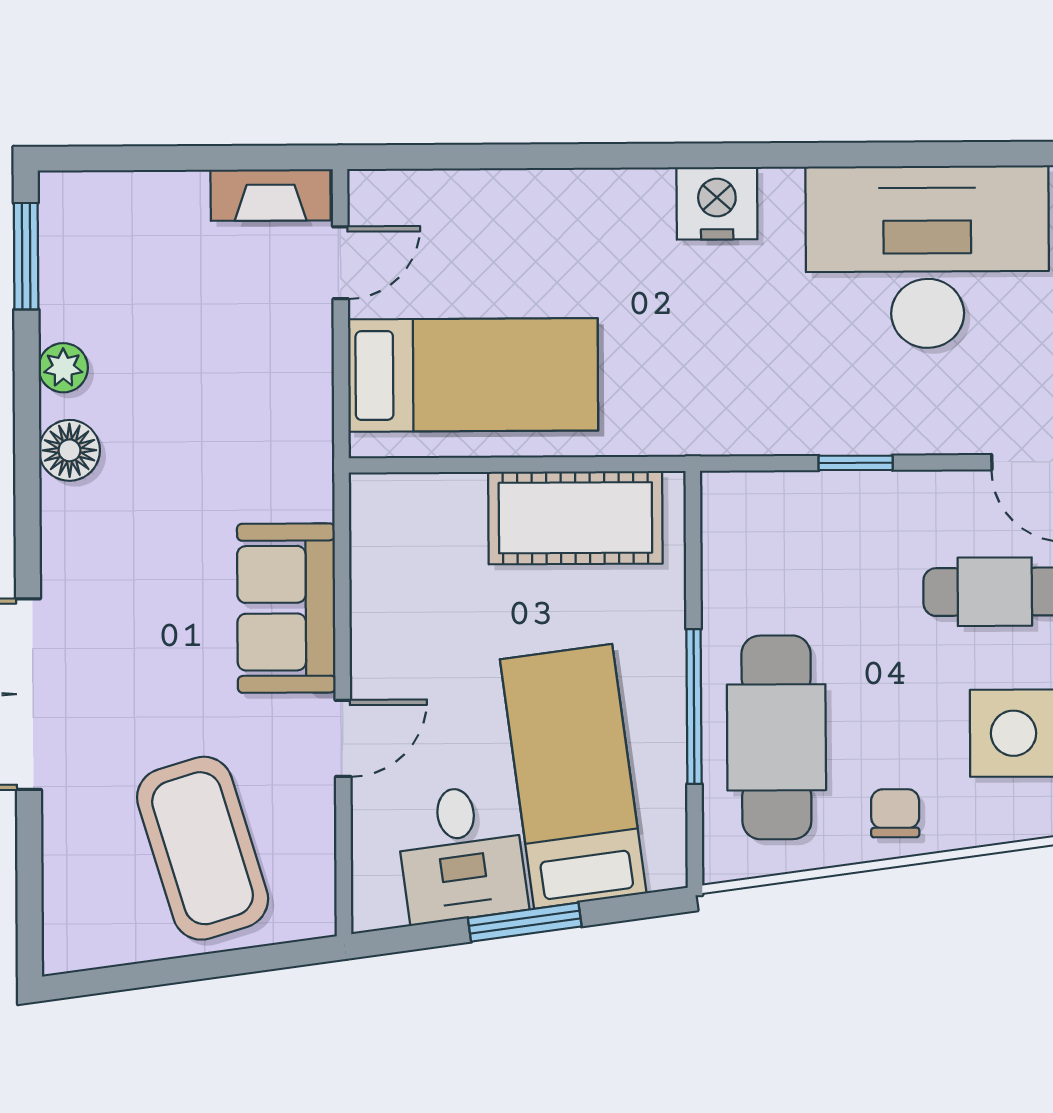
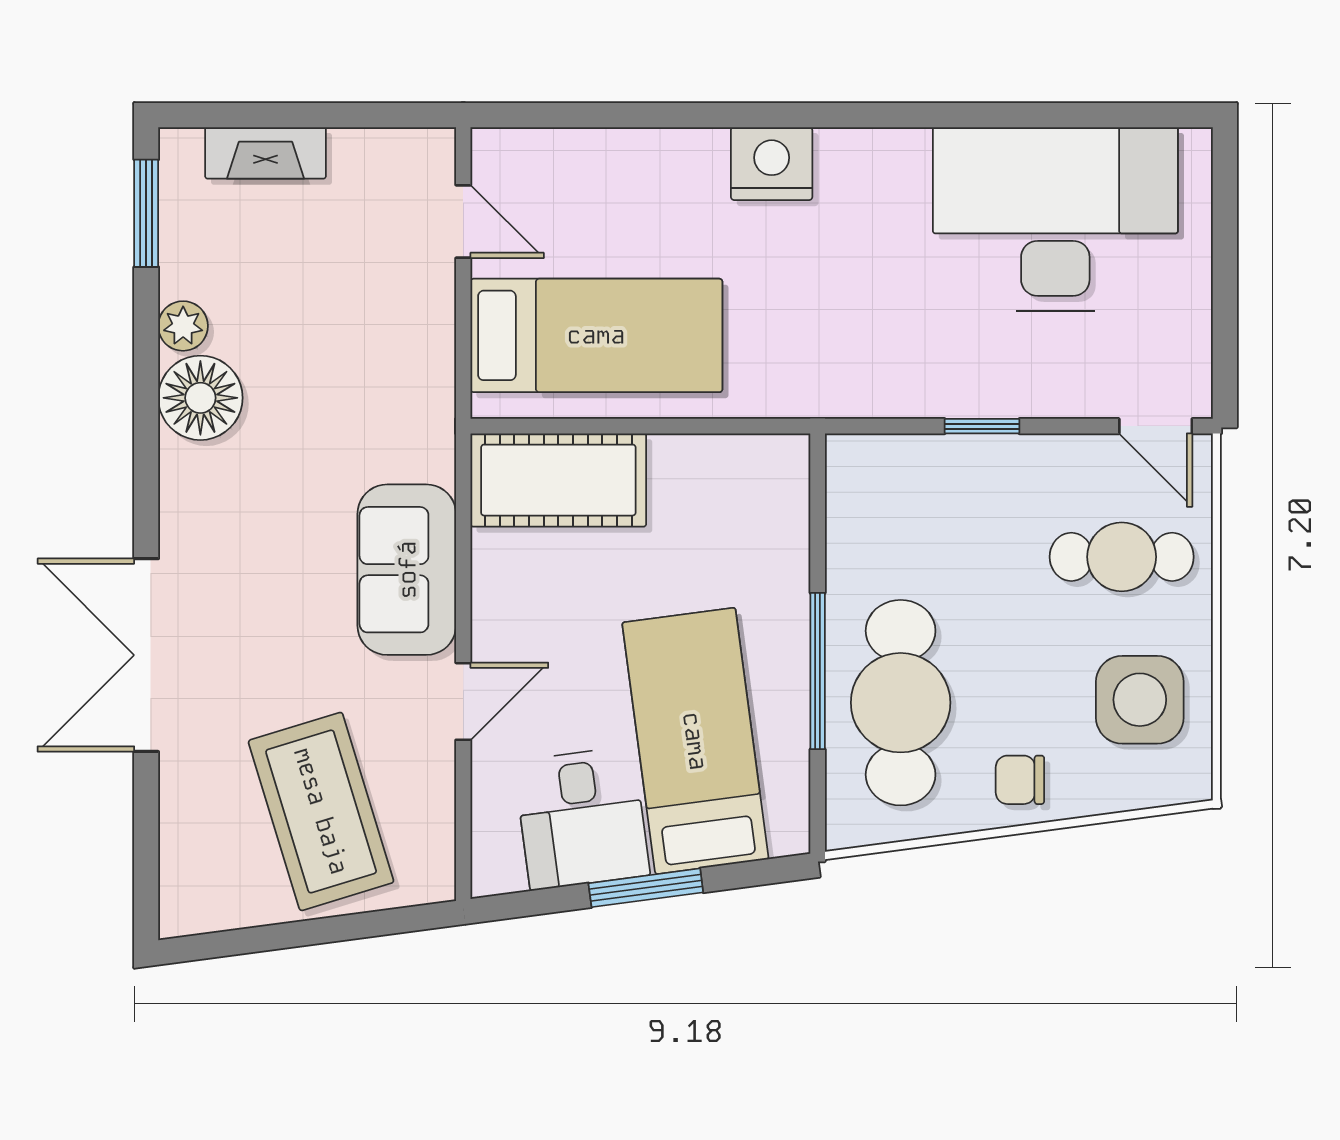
fireplace: (271, 195) -> (265, 153), moved
nightstand: (717, 203) -> (772, 164), moved
door: (340, 263) -> (463, 221), hinge flipped
floor lamp: (69, 450) -> (200, 398), width x1.38, depth x1.38
cot: (575, 518) -> (558, 480), moved
chair: (895, 813) -> (1020, 780), turned -90

